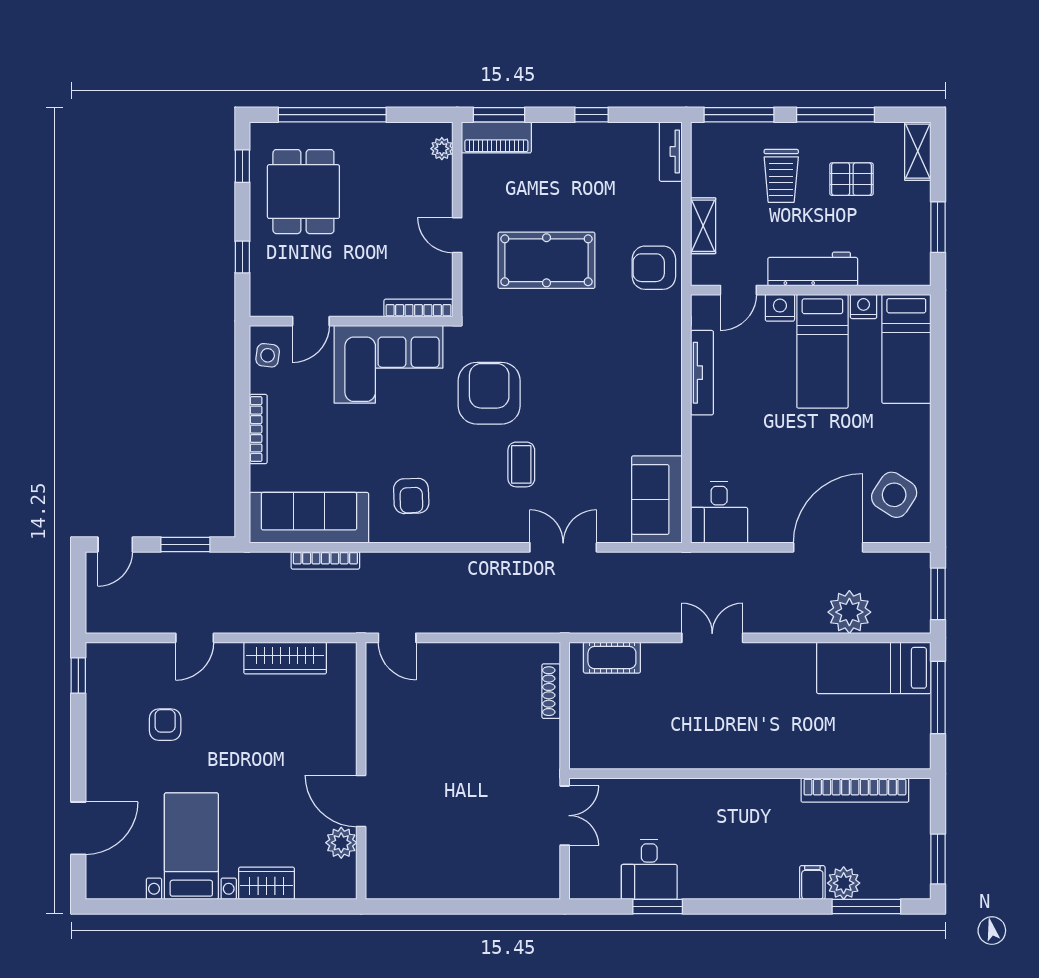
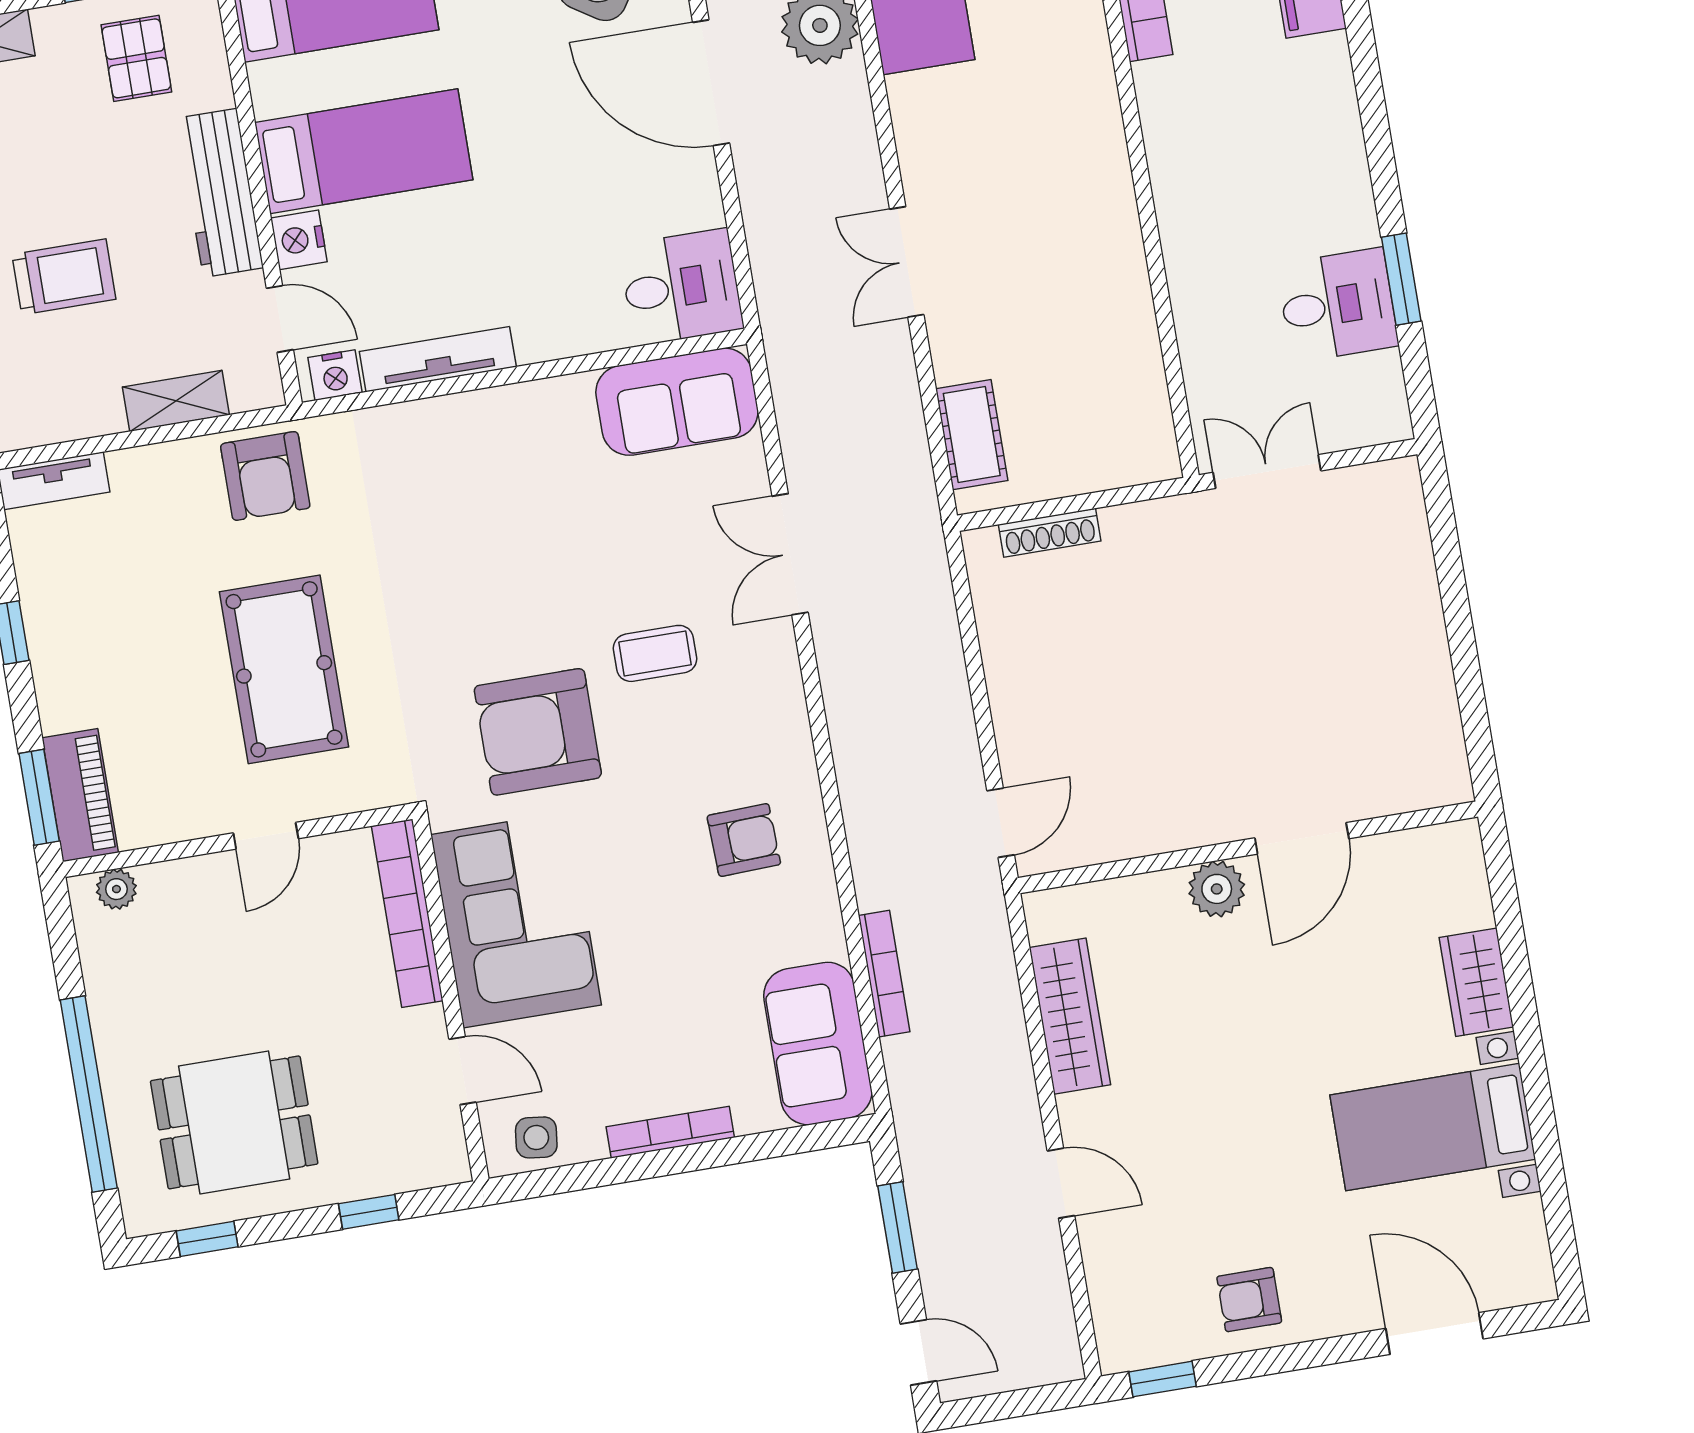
pallet: (851, 179) -> (136, 58), moved
nightstand: (864, 306) -> (335, 375), moved, turned -90
bookcase: (418, 308) -> (407, 913), width x1.48, depth x1.31
sofa: (309, 518) -> (818, 1044), width x0.73
armchair: (165, 725) -> (1249, 1300), moved
plant: (341, 843) -> (1217, 889), moved

